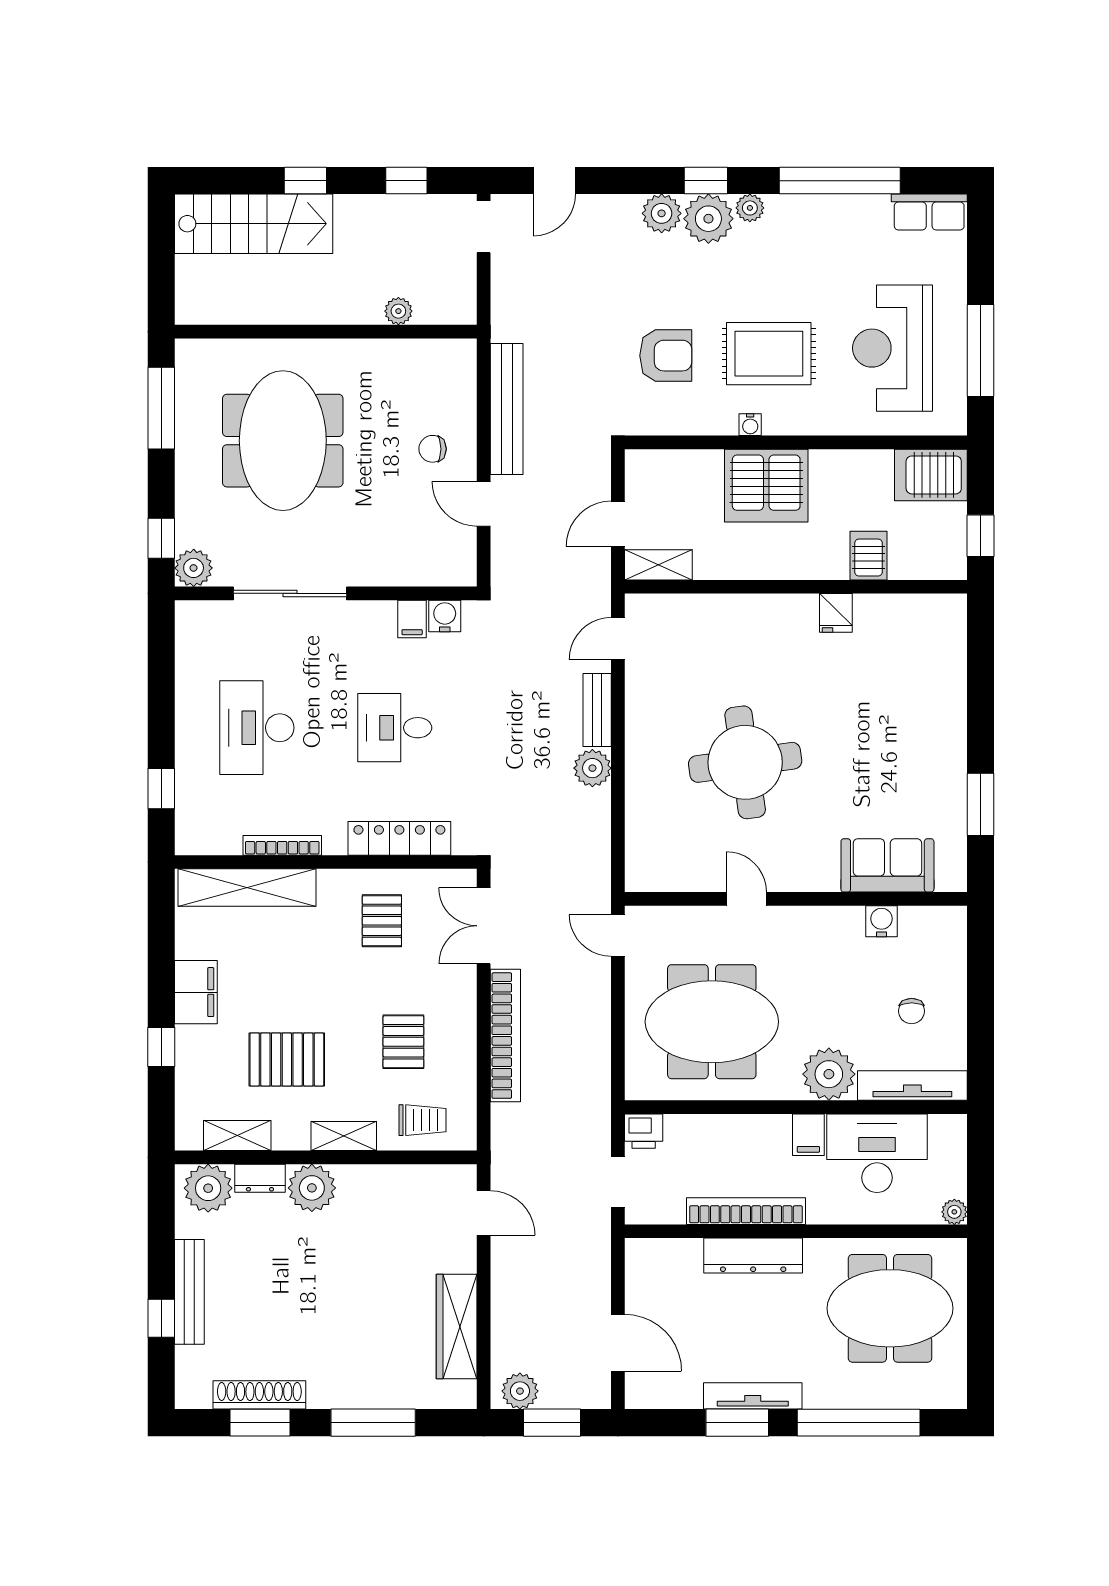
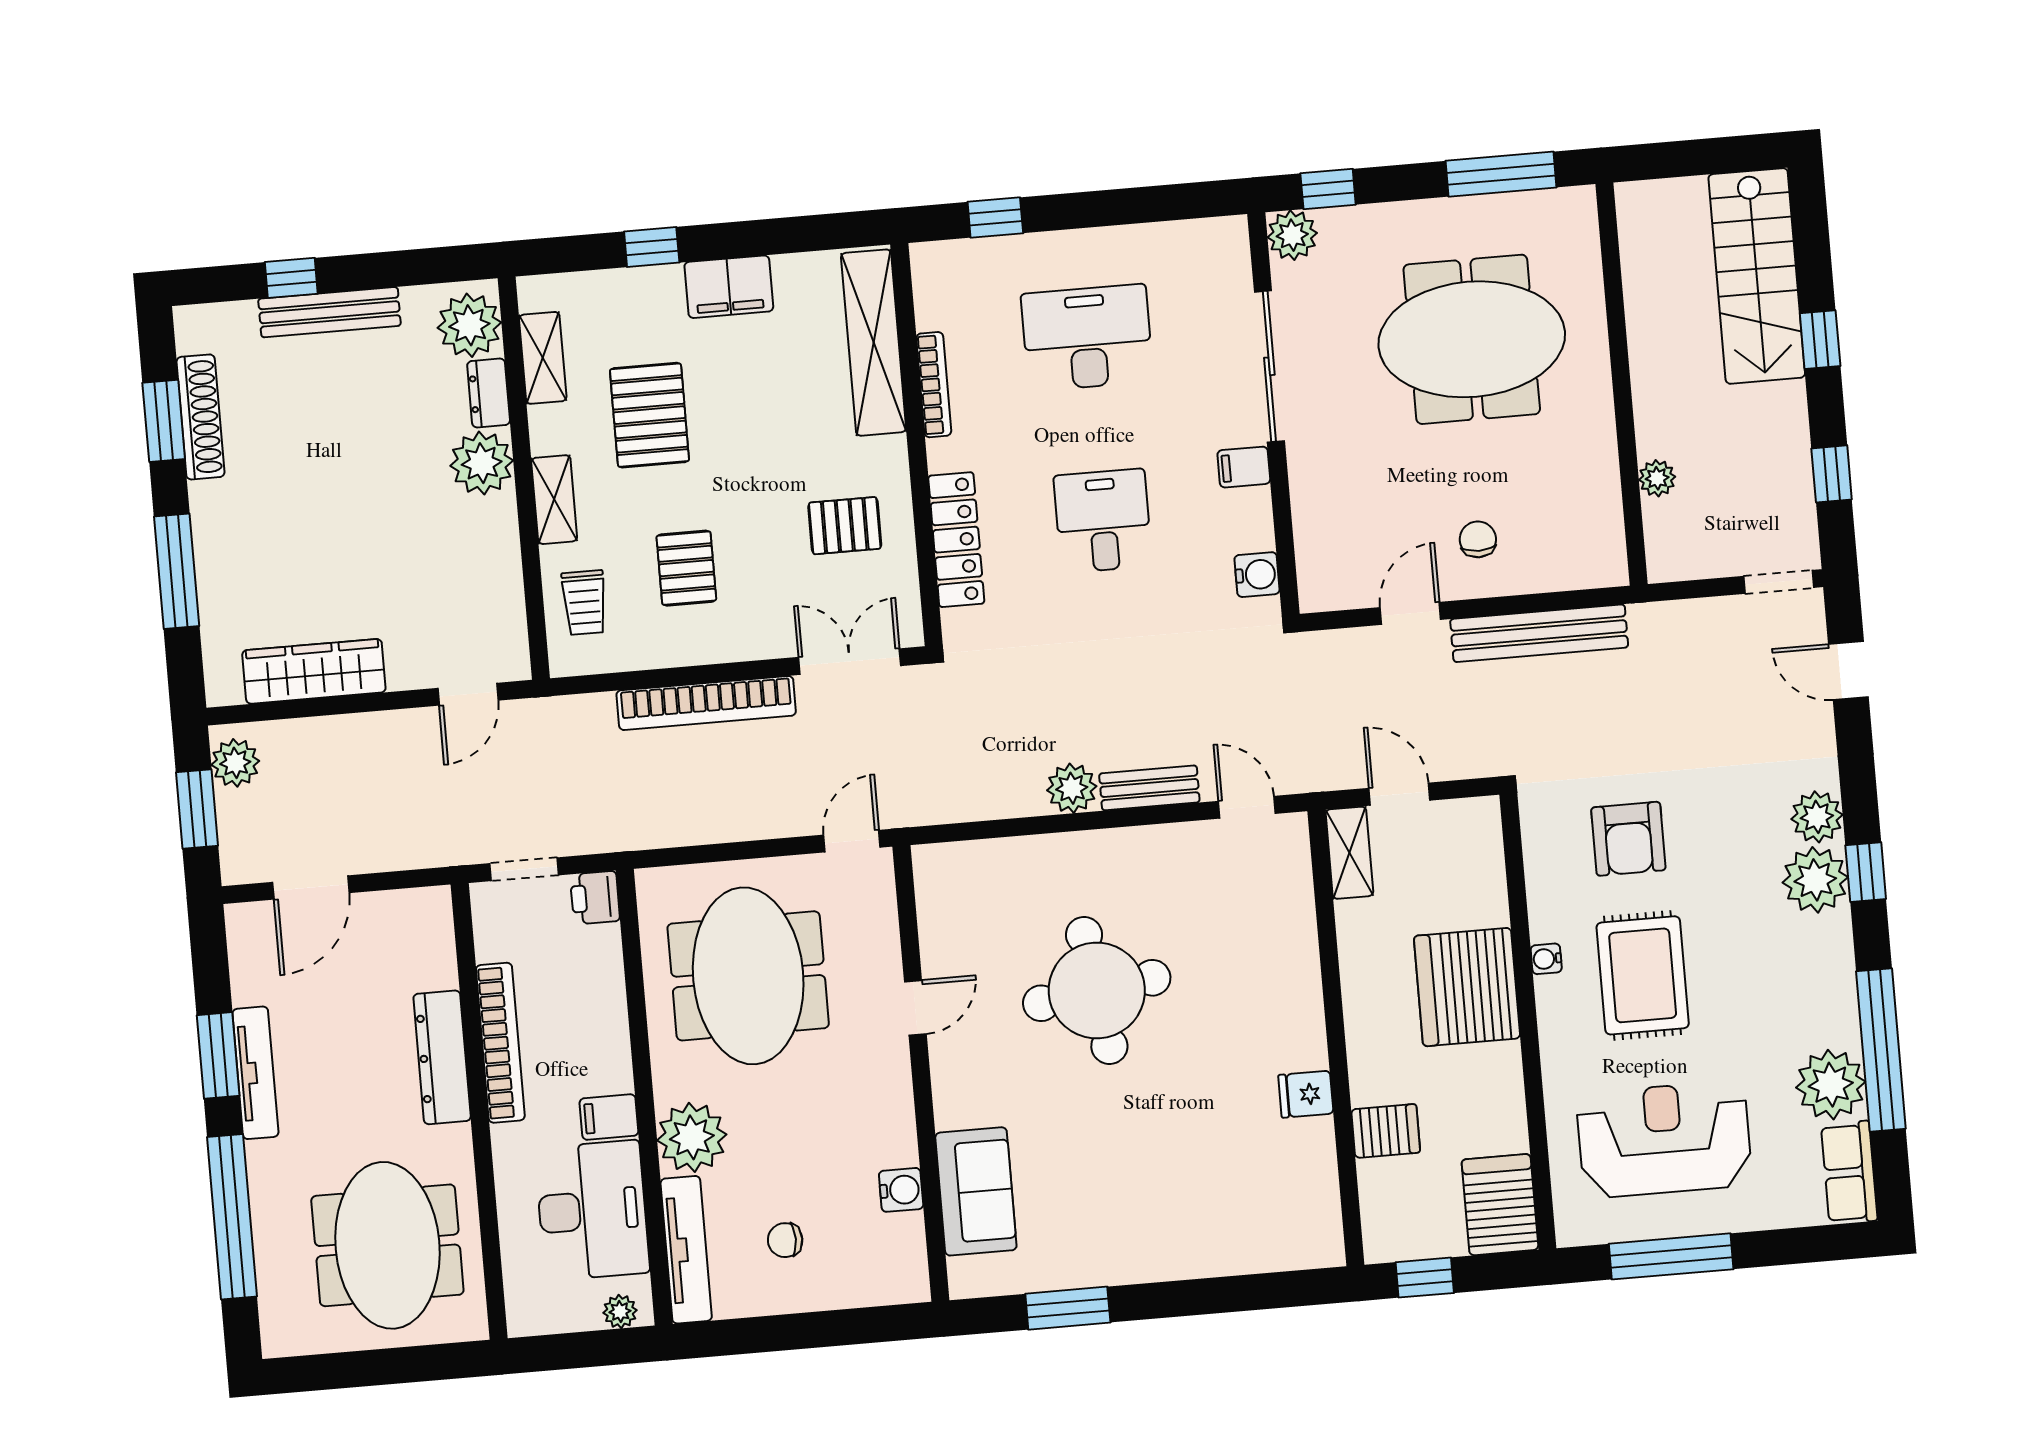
plant: (750, 208) -> (1831, 1085), moved, width x1.87, depth x1.87
filing cabinet: (412, 619) -> (1244, 467), moved
pallet: (403, 1042) -> (686, 568), turned 90
plant: (954, 1212) -> (620, 1312), moved

